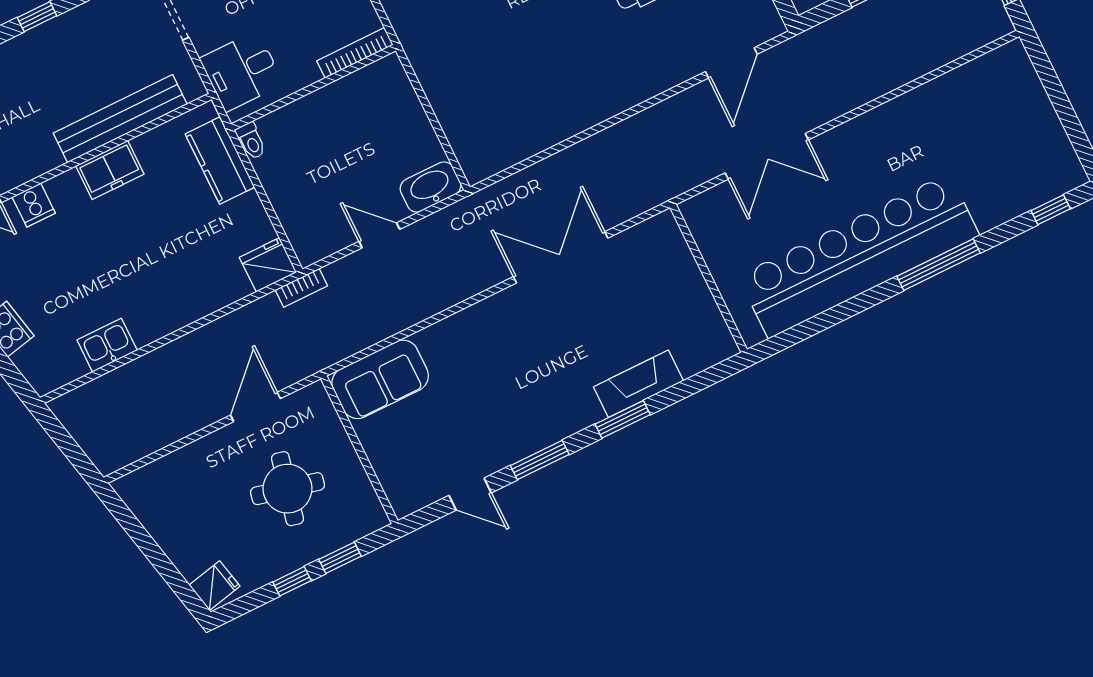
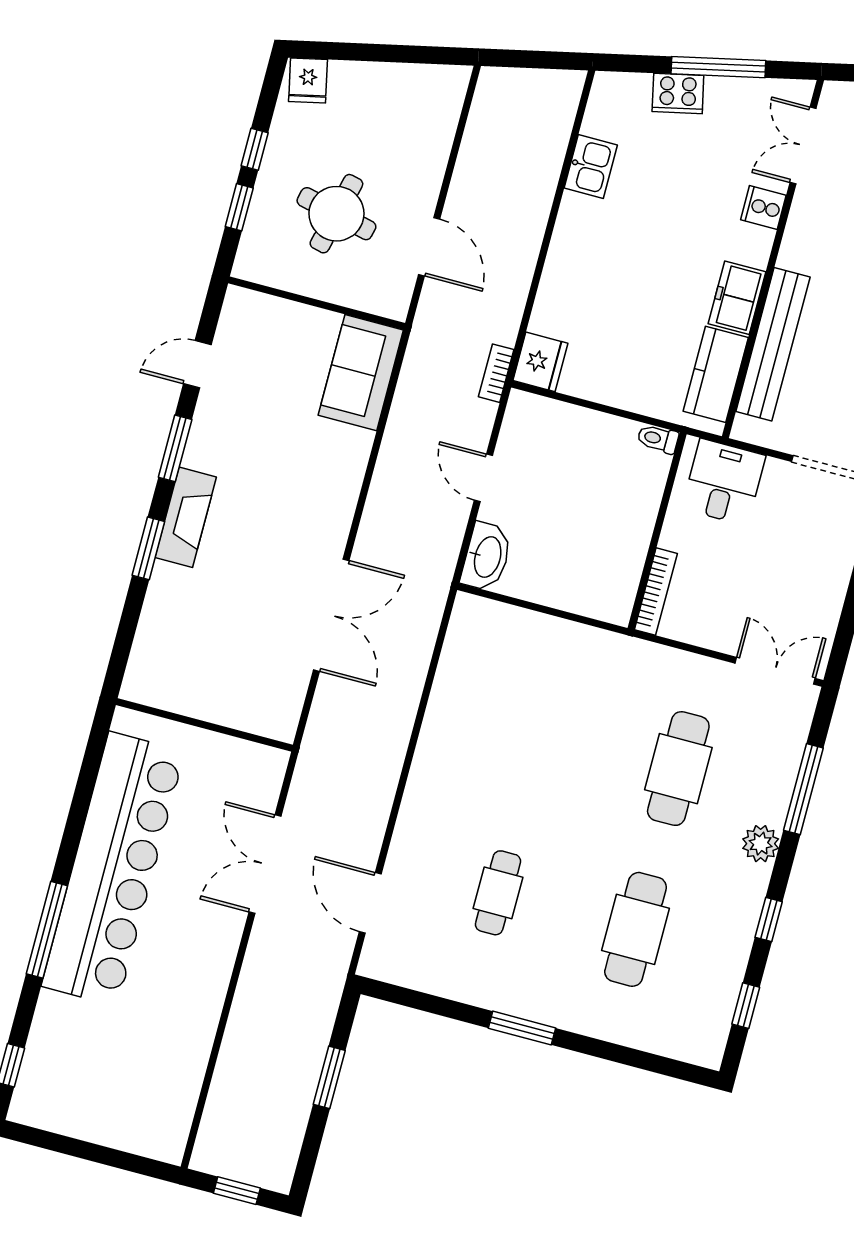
kitchen counter: (220, 160) -> (716, 374), moved, turned -90
door: (379, 235) -> (483, 478), swing flipped
fireplace: (638, 384) -> (186, 517), moved

